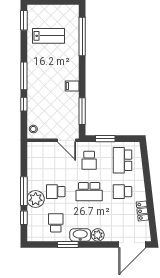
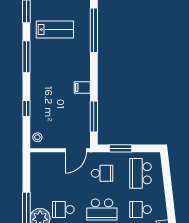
window: (24, 76) -> (26, 57), moved
door: (66, 140) -> (76, 150), hinge flipped
school desk: (89, 160) -> (102, 173), turned -90

